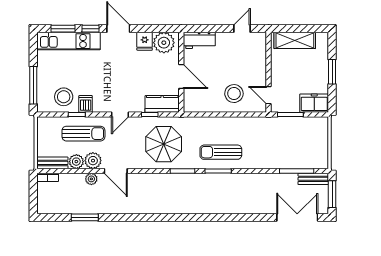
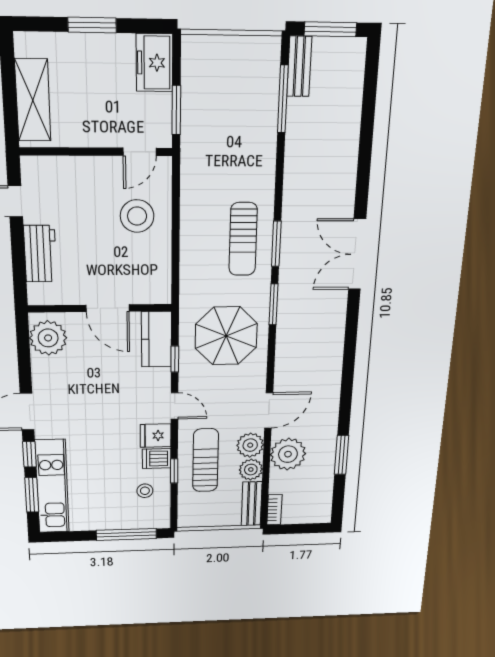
workbench: (199, 40) -> (40, 254), moved
fridge: (145, 41) -> (156, 436), moved, turned 180
door: (181, 76) -> (108, 308), swing flipped
stool: (64, 97) -> (145, 491), width x0.53, depth x0.53
plant: (91, 179) -> (288, 454), width x1.88, depth x1.88
double door: (297, 217) -> (357, 254), moved

